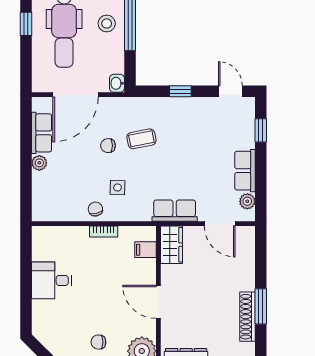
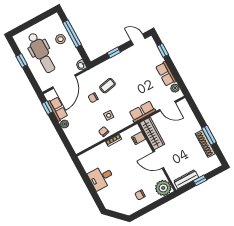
window: (26, 122) -> (47, 108), added
wardrobe: (172, 245) -> (152, 133), width x1.50

